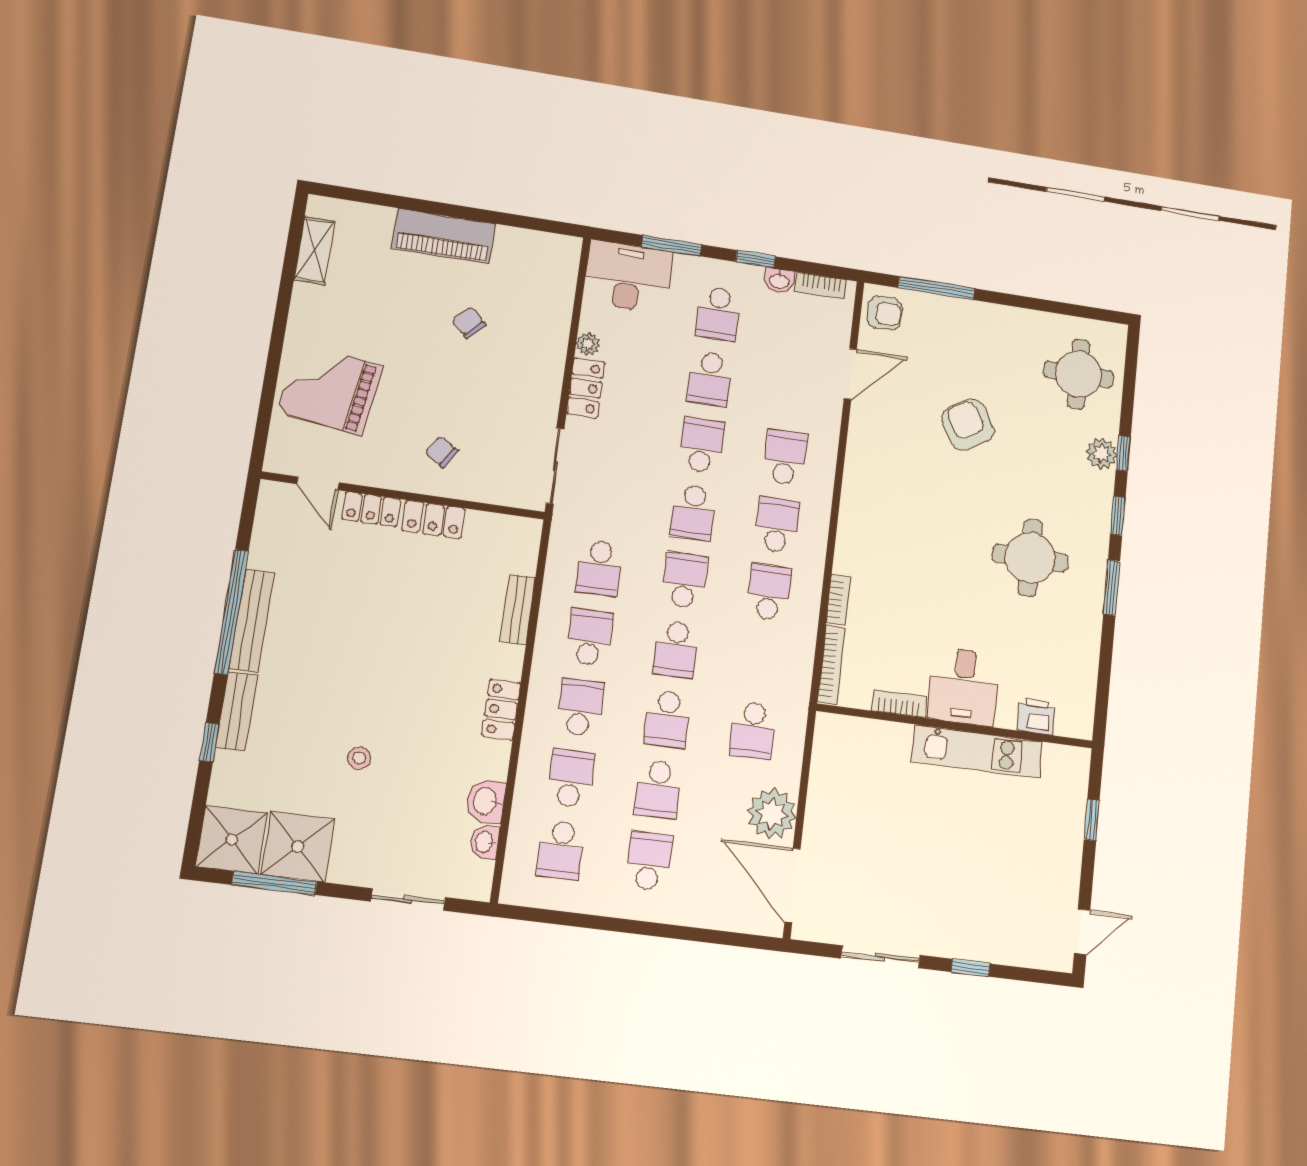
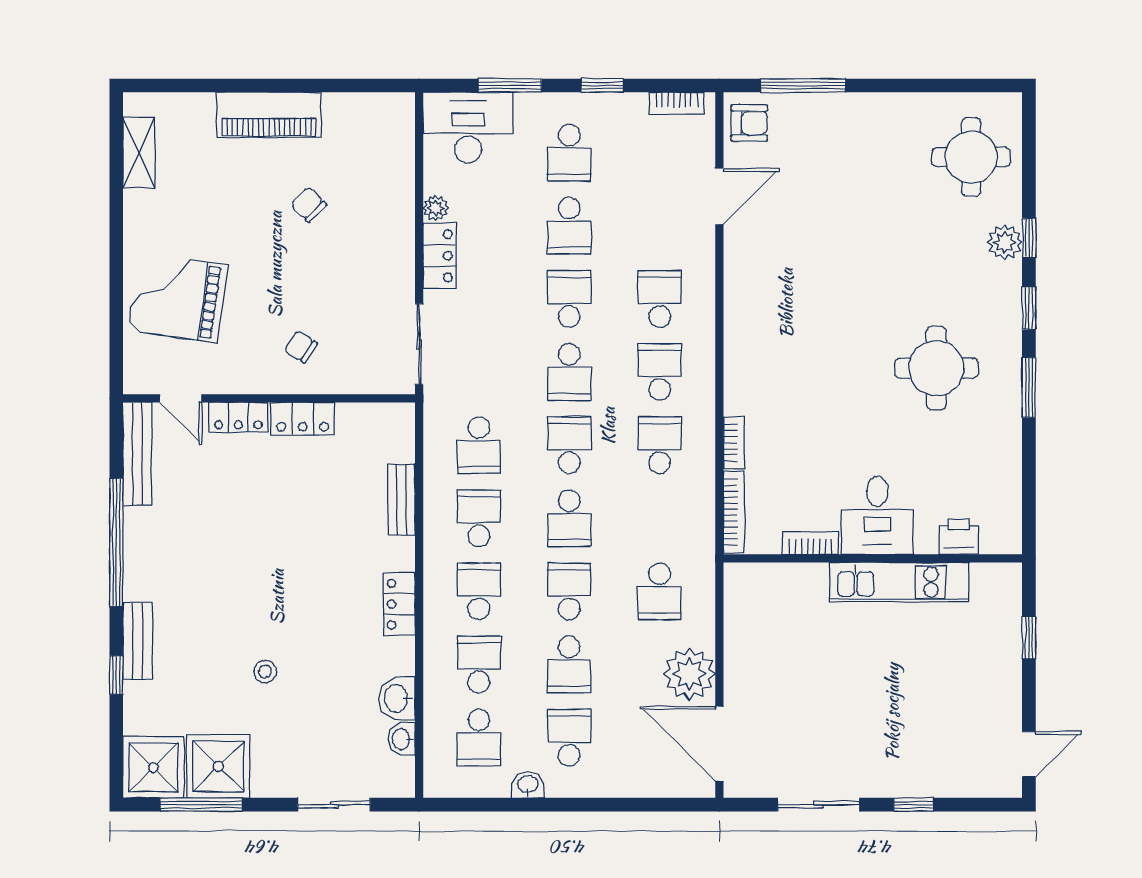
washbasin: (779, 281) -> (528, 785), moved, turned 180
armchair: (968, 425) -> (854, 233), removed
bench: (251, 621) -> (137, 454), moved
school desk: (667, 719) -> (569, 591), turned 180

